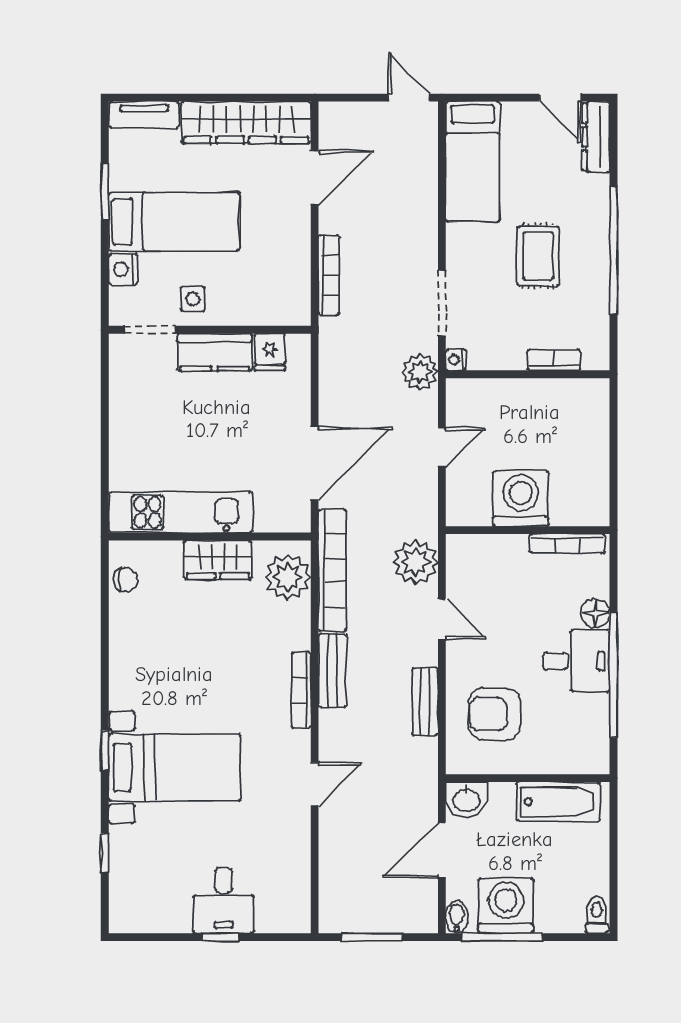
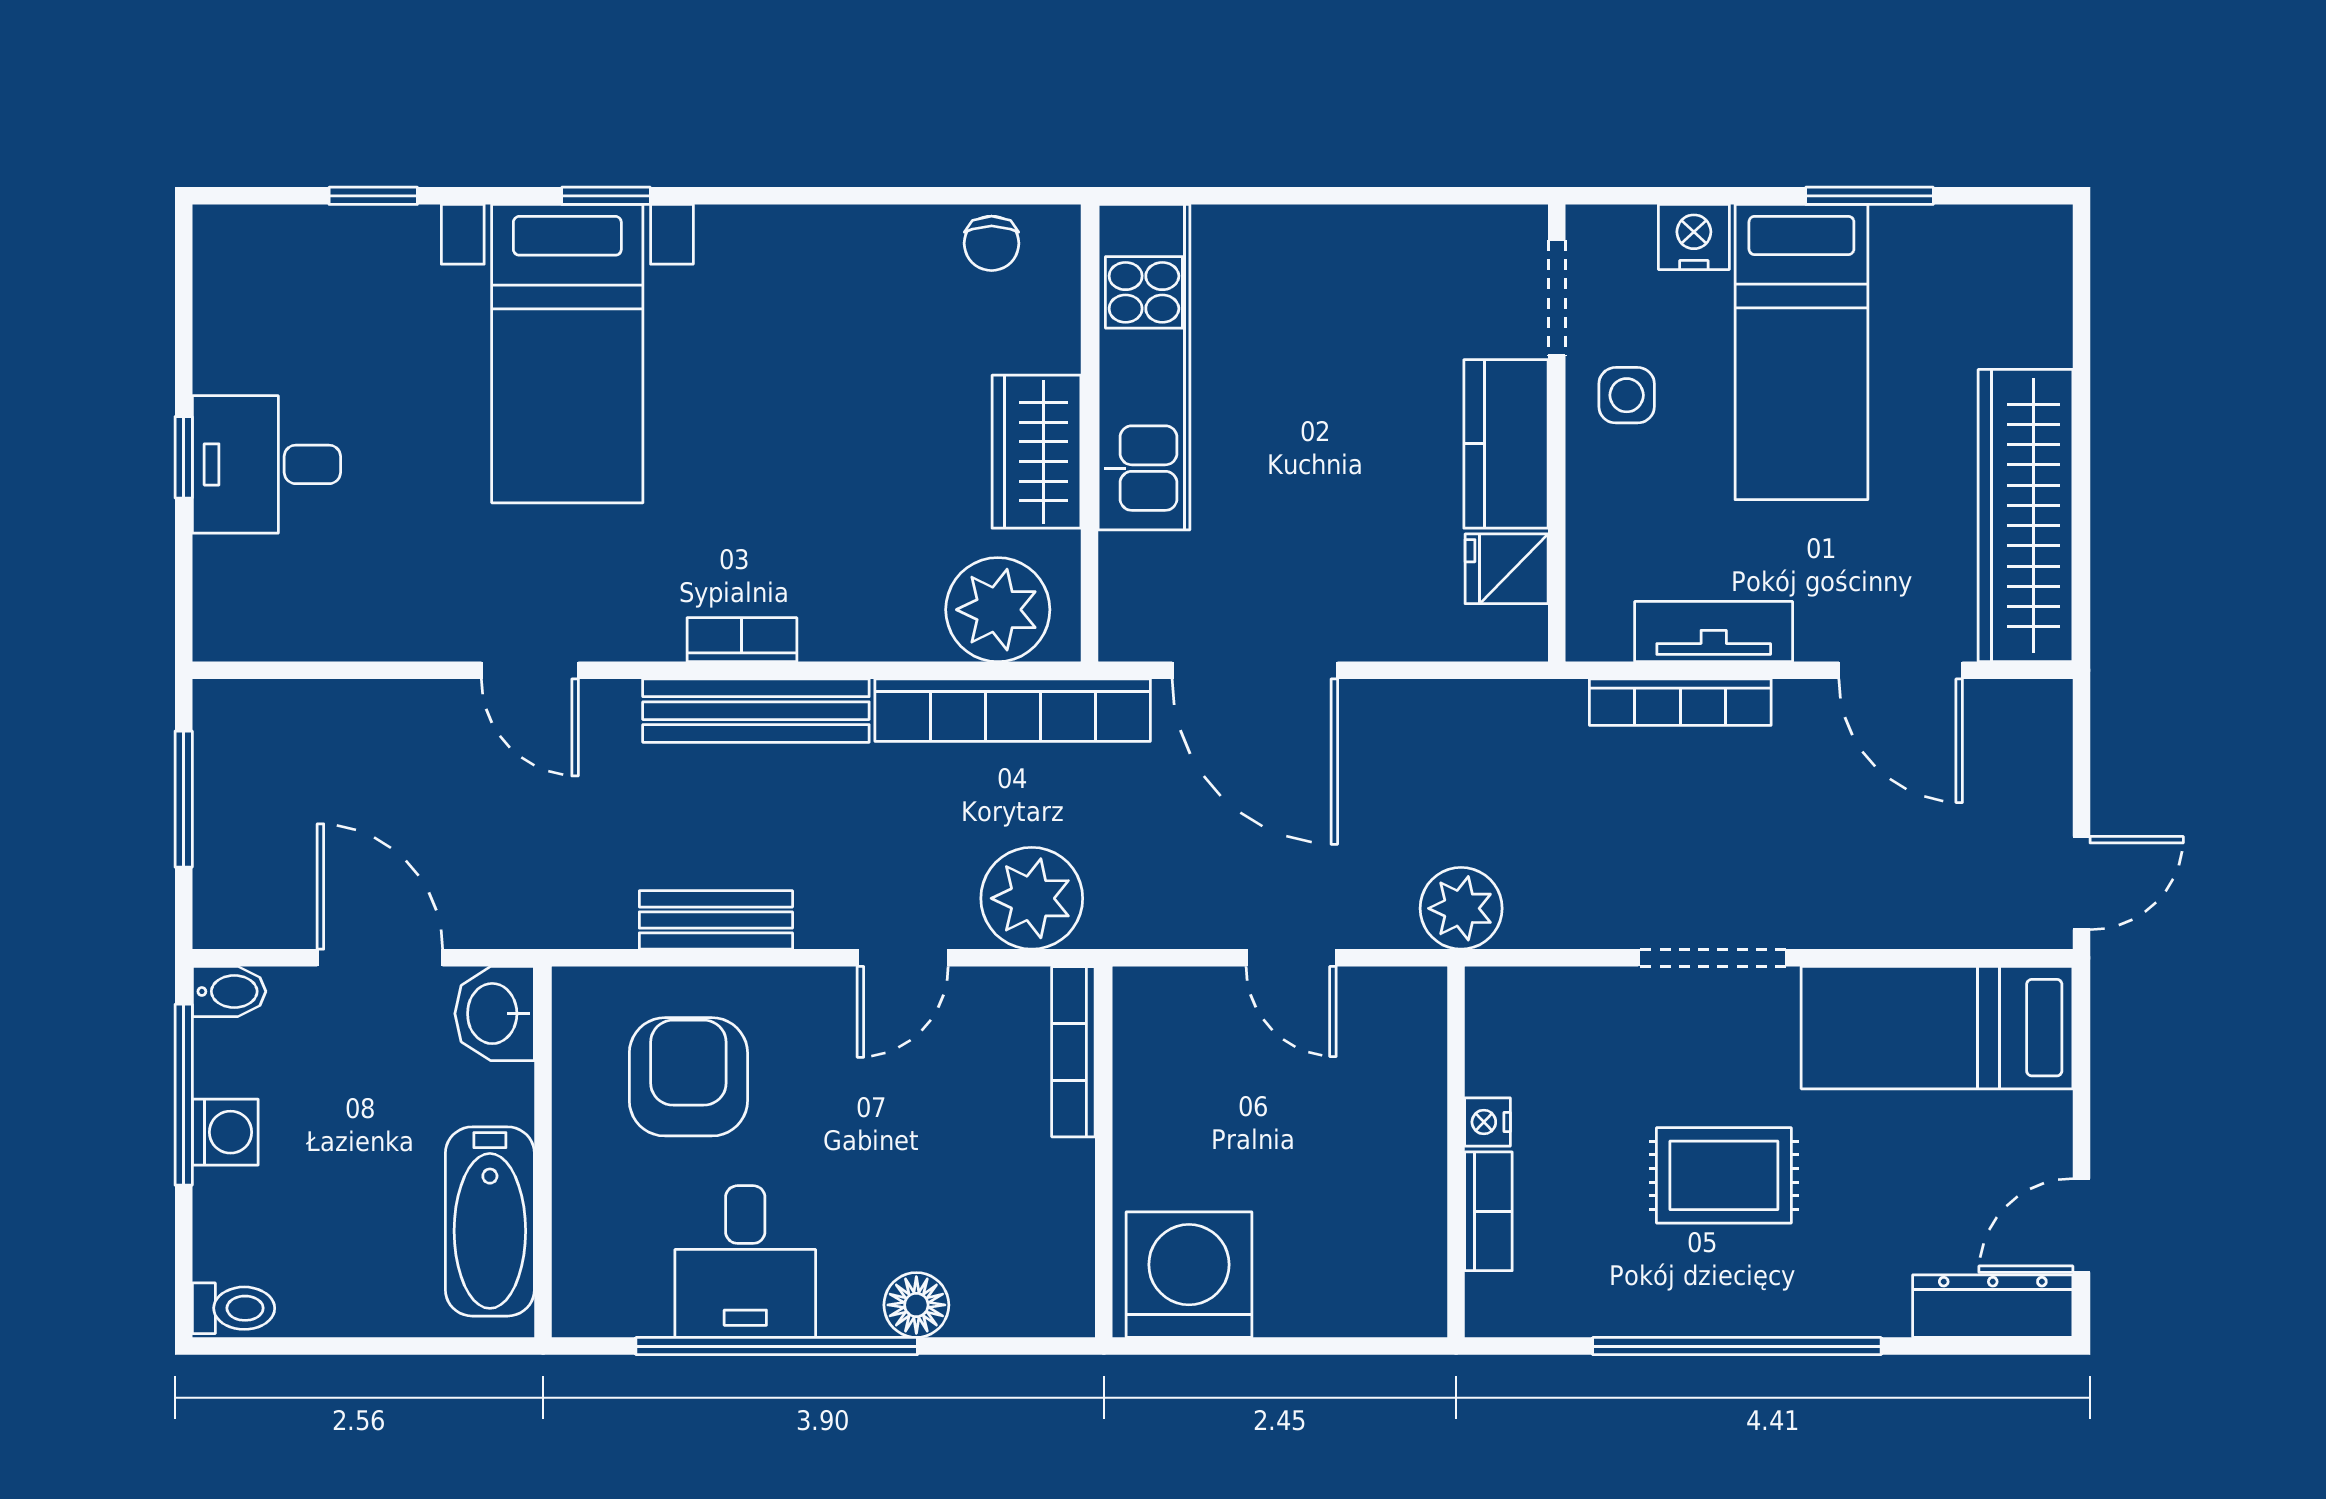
tv unit: (144, 115) -> (1714, 632), moved, turned 90
doorway: (442, 303) -> (1712, 958), moved
nightstand: (456, 360) -> (1487, 1122), moved, turned -90
washing machine: (521, 499) -> (1189, 1275), moved, turned -90
bookcase: (567, 544) -> (1073, 1052), moved
desk: (576, 661) -> (745, 1262), moved
bench: (332, 671) -> (756, 711), width x1.36
bookcase: (301, 690) -> (742, 640), width x0.64
washing machine: (506, 906) -> (225, 1132), width x0.53, depth x0.53

